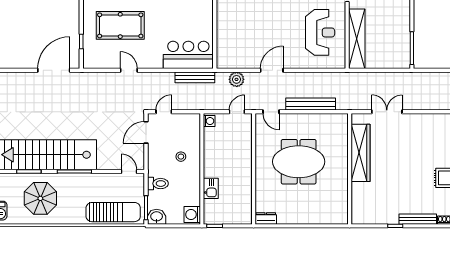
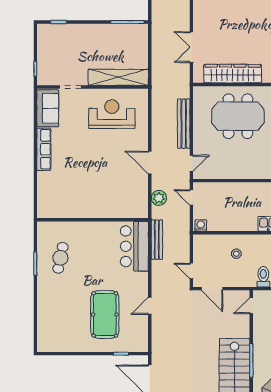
meeting table: (299, 162) -> (238, 116), moved, turned 90

